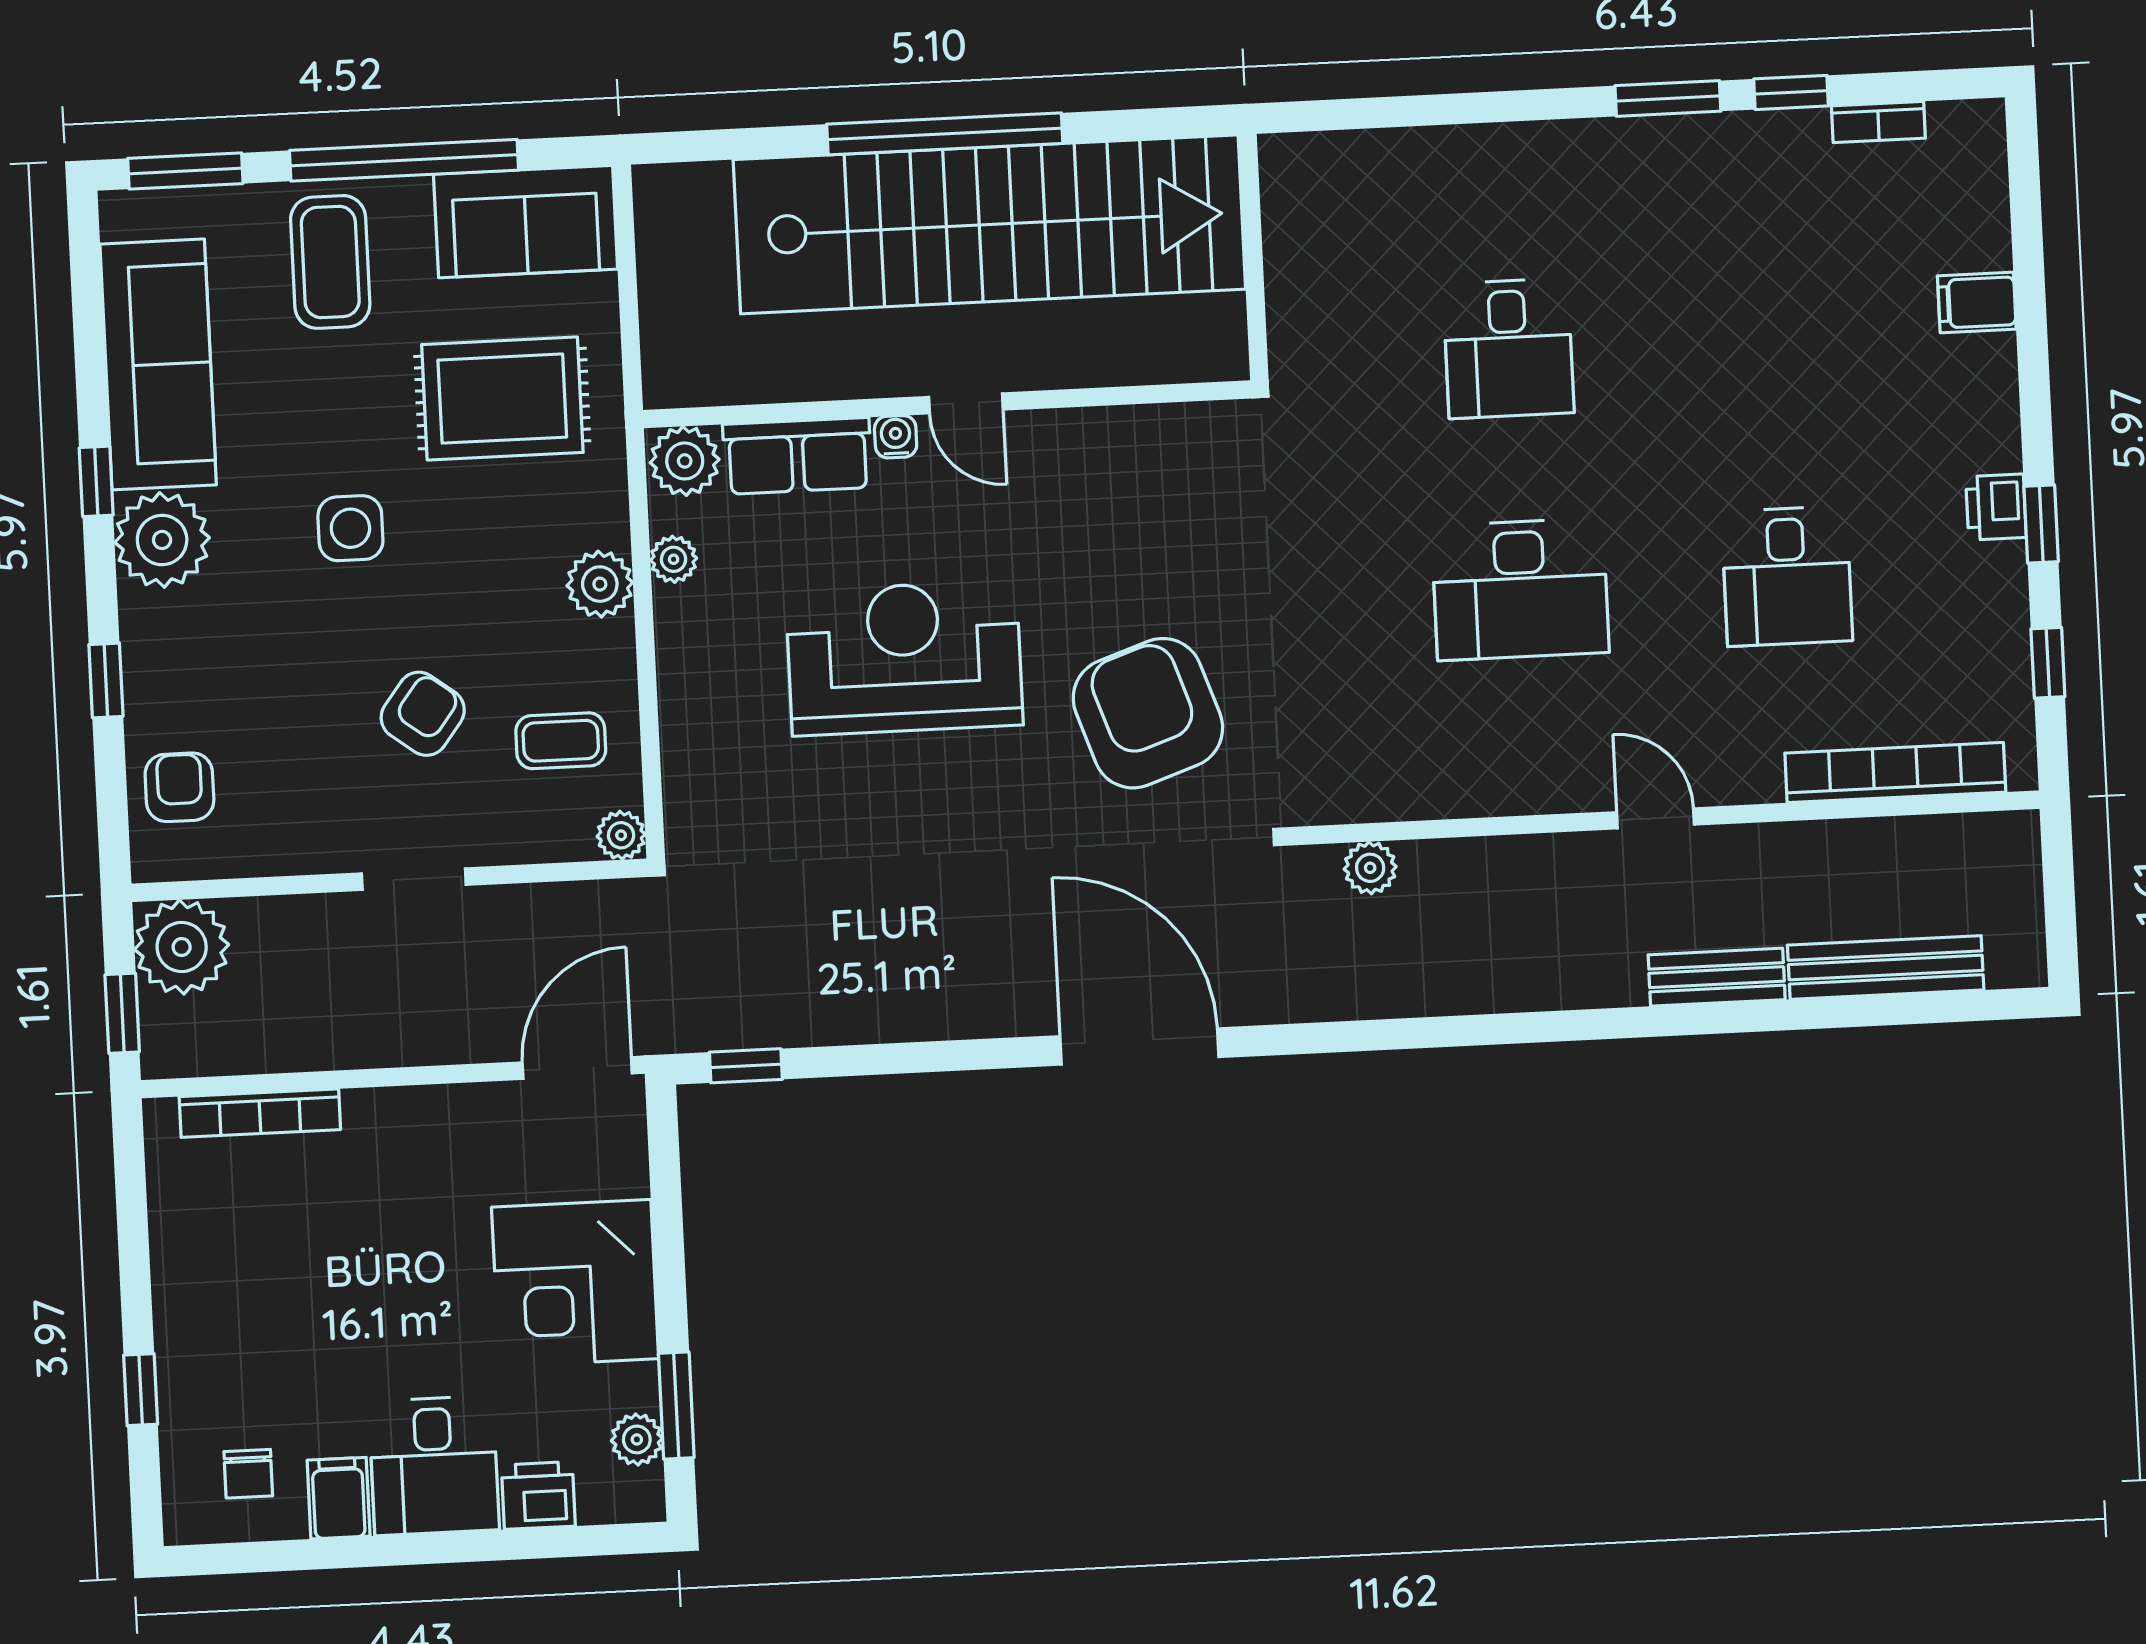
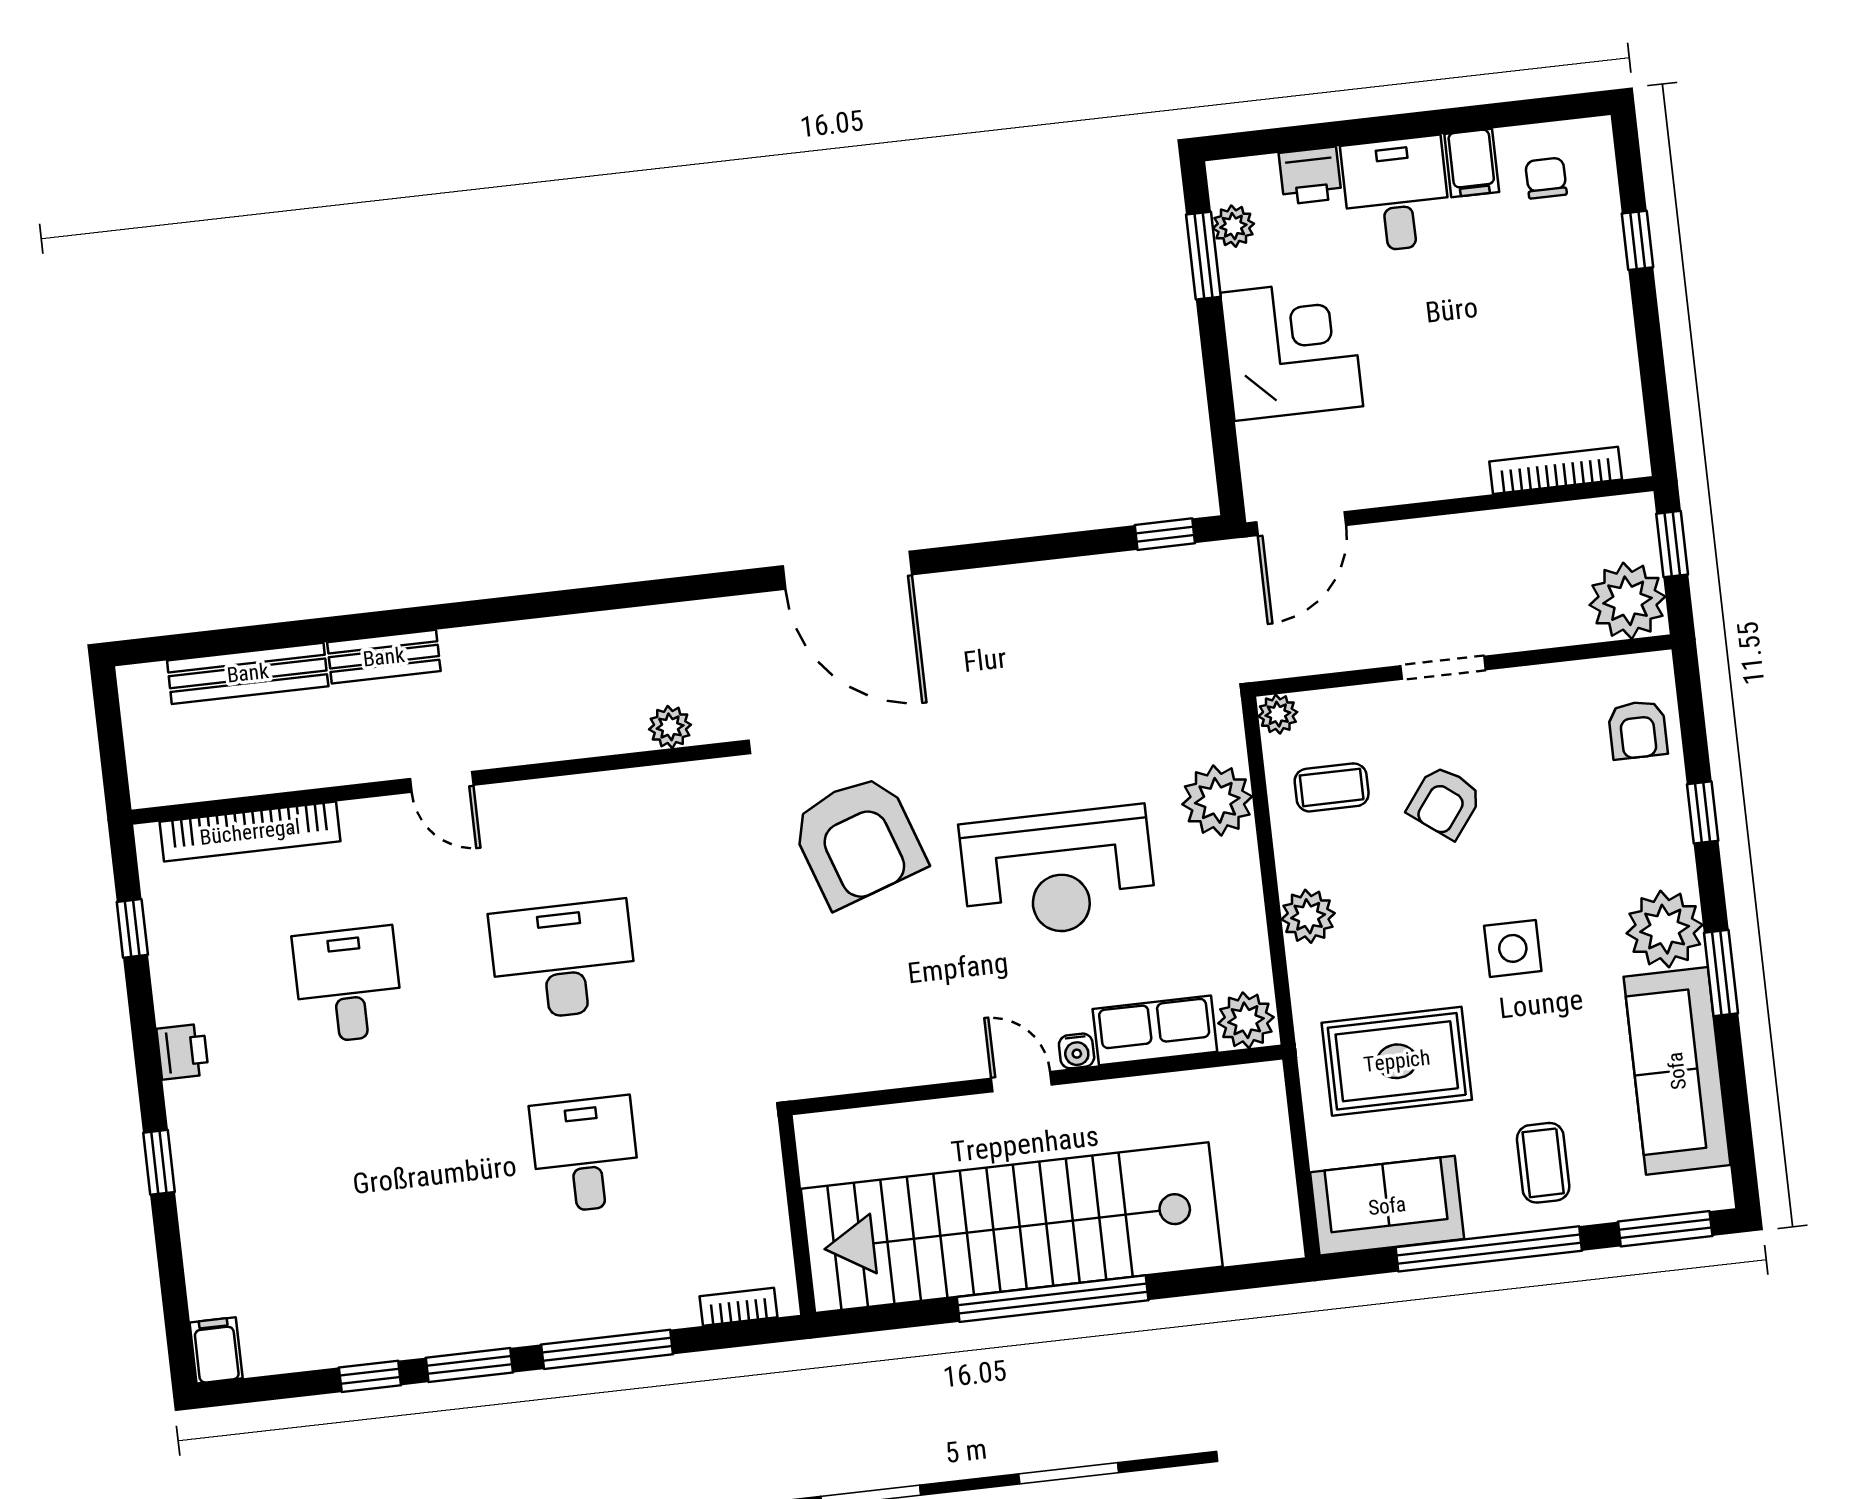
window: (1497, 107) -> (607, 1349), added
bookcase: (1878, 122) -> (738, 1307), moved
coffee table: (330, 262) -> (1543, 1163), width x0.73, depth x0.77
filing cabinet: (1977, 302) -> (216, 1350), moved, turned -90
window: (96, 481) -> (1721, 973), width x1.50
window: (2041, 524) -> (159, 1162), moved
plant: (674, 559) -> (1217, 800), moved, width x1.88, depth x1.88

